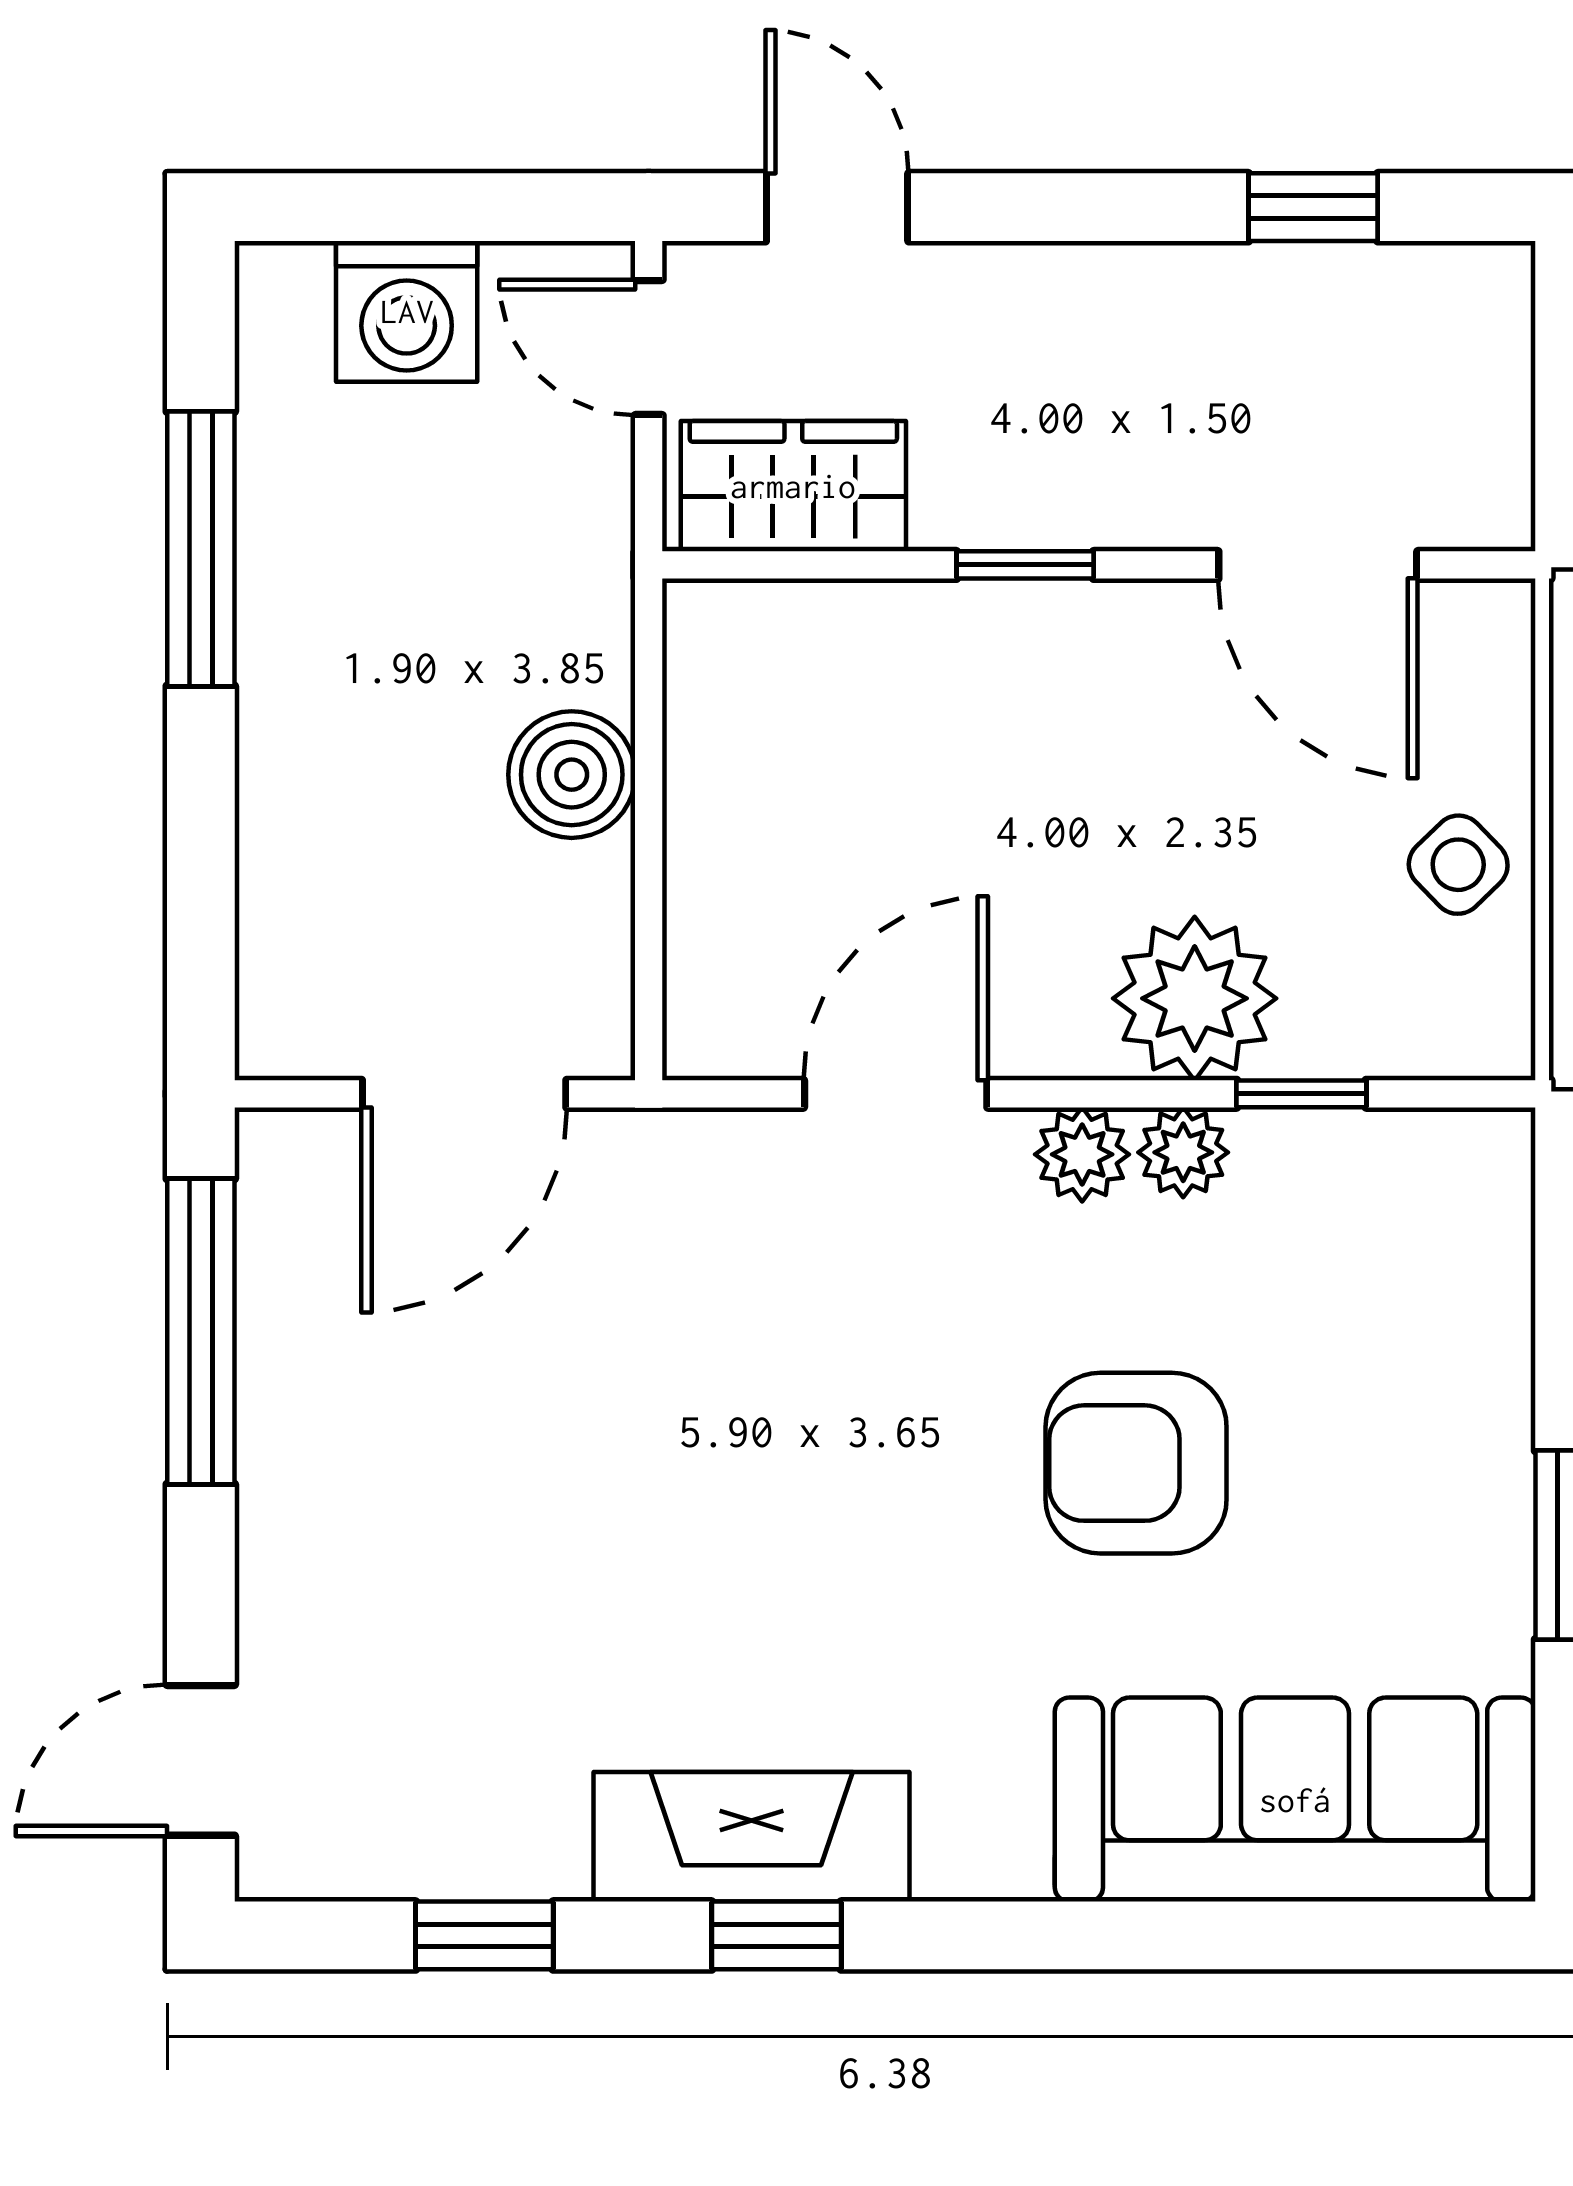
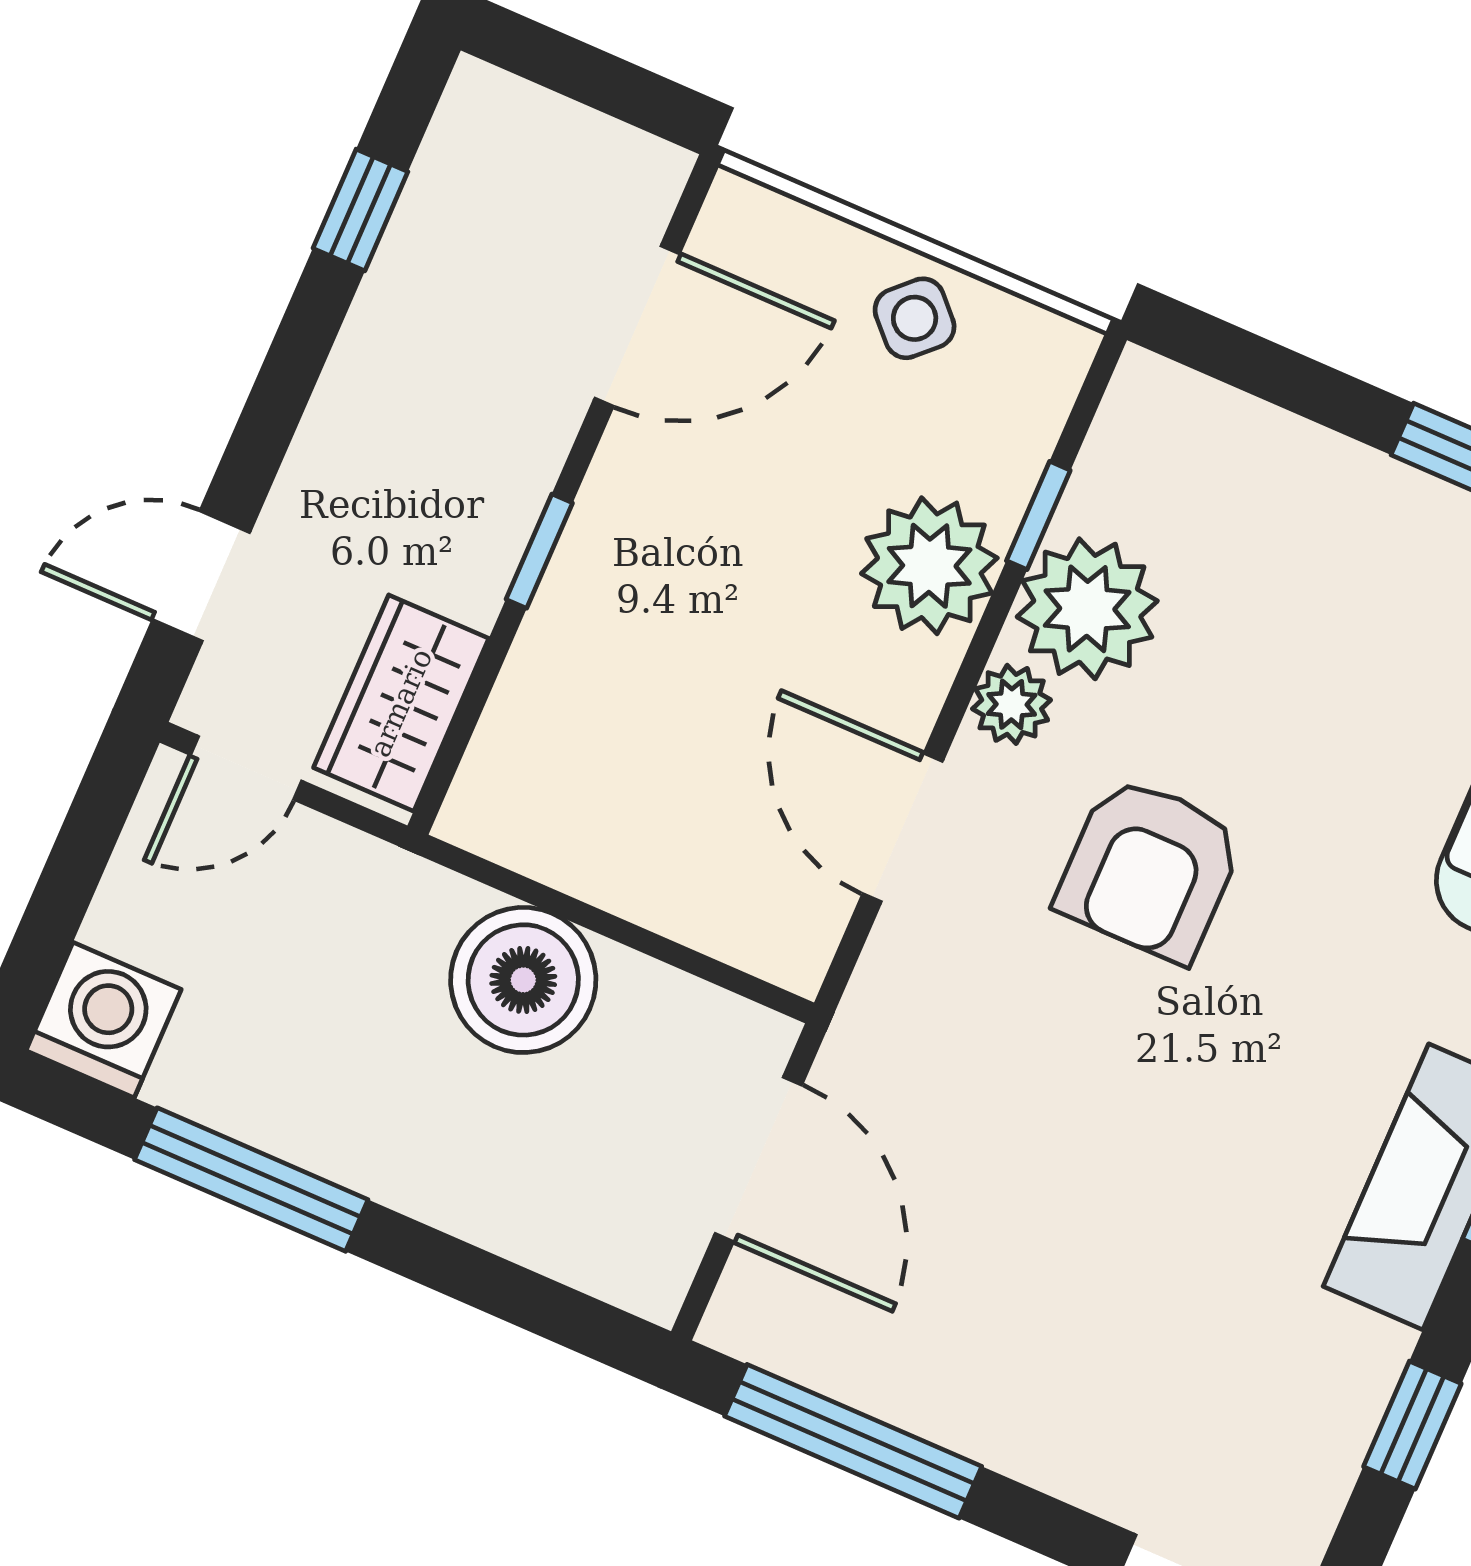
washing machine: (407, 311) -> (104, 1020), moved, turned -90
boiler: (572, 775) -> (523, 980), width x1.37, depth x1.37
plant: (1183, 1152) -> (1087, 609), width x1.88, depth x1.88
armchair: (1136, 1463) -> (1150, 869), moved

